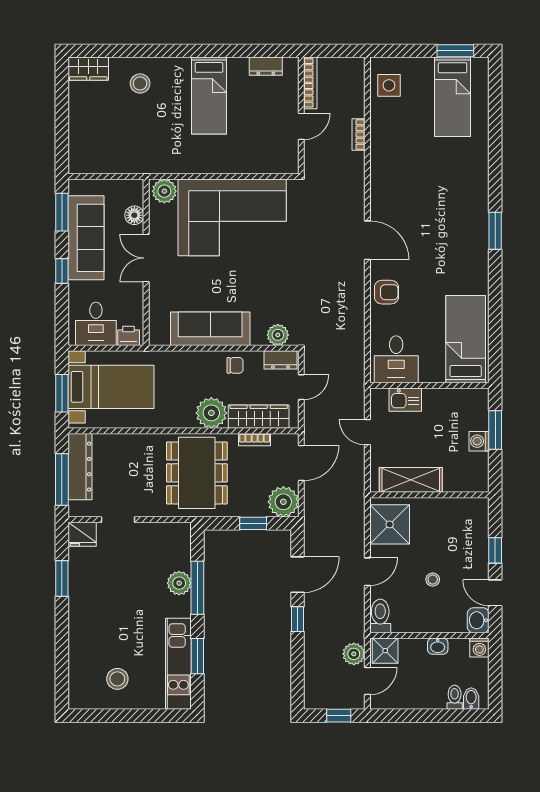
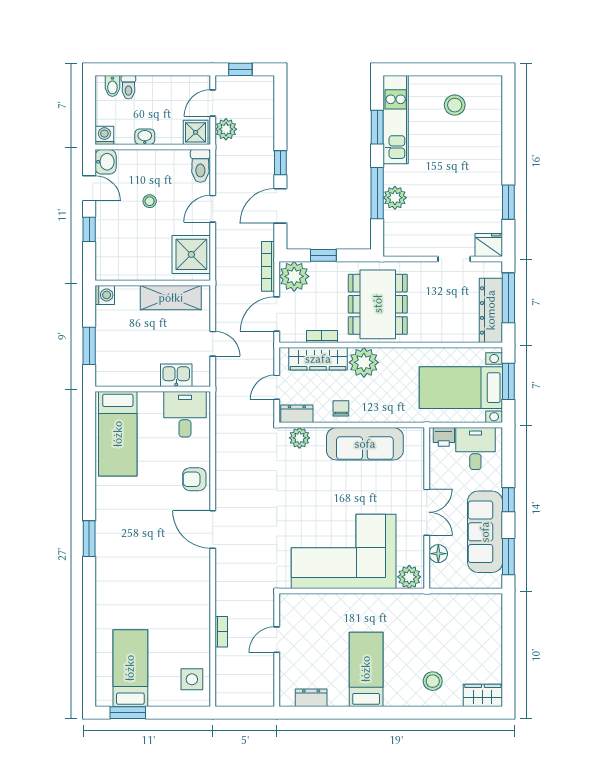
bookcase: (310, 83) -> (268, 266), moved
chair: (235, 365) -> (341, 408), turned 90
washing machine: (479, 441) -> (105, 295), moved

